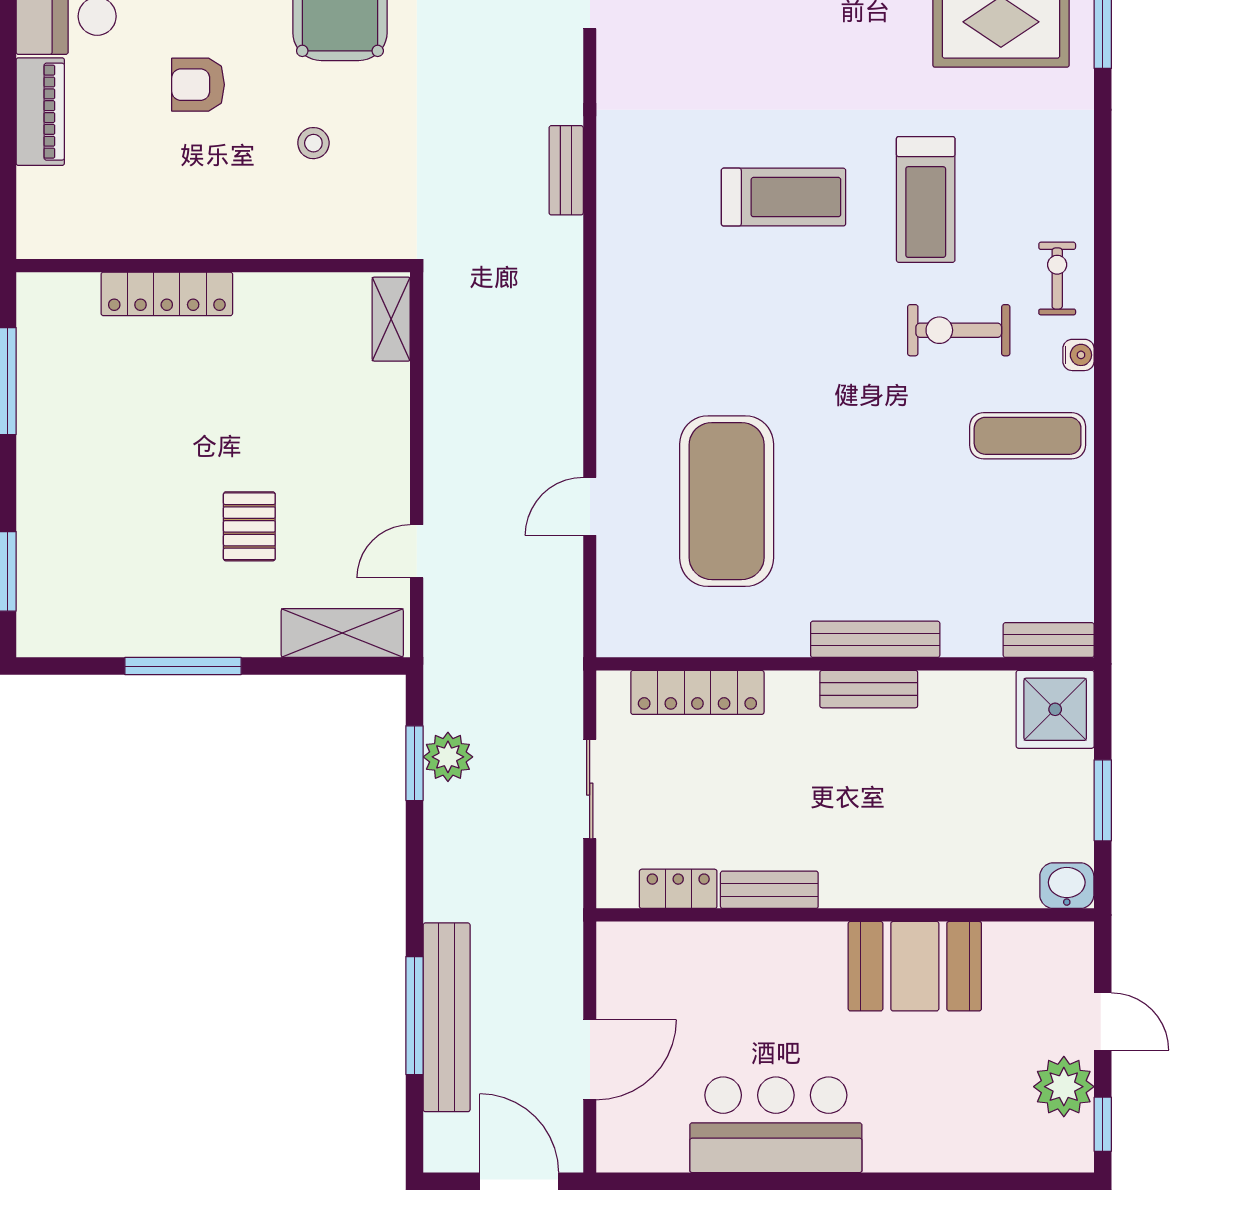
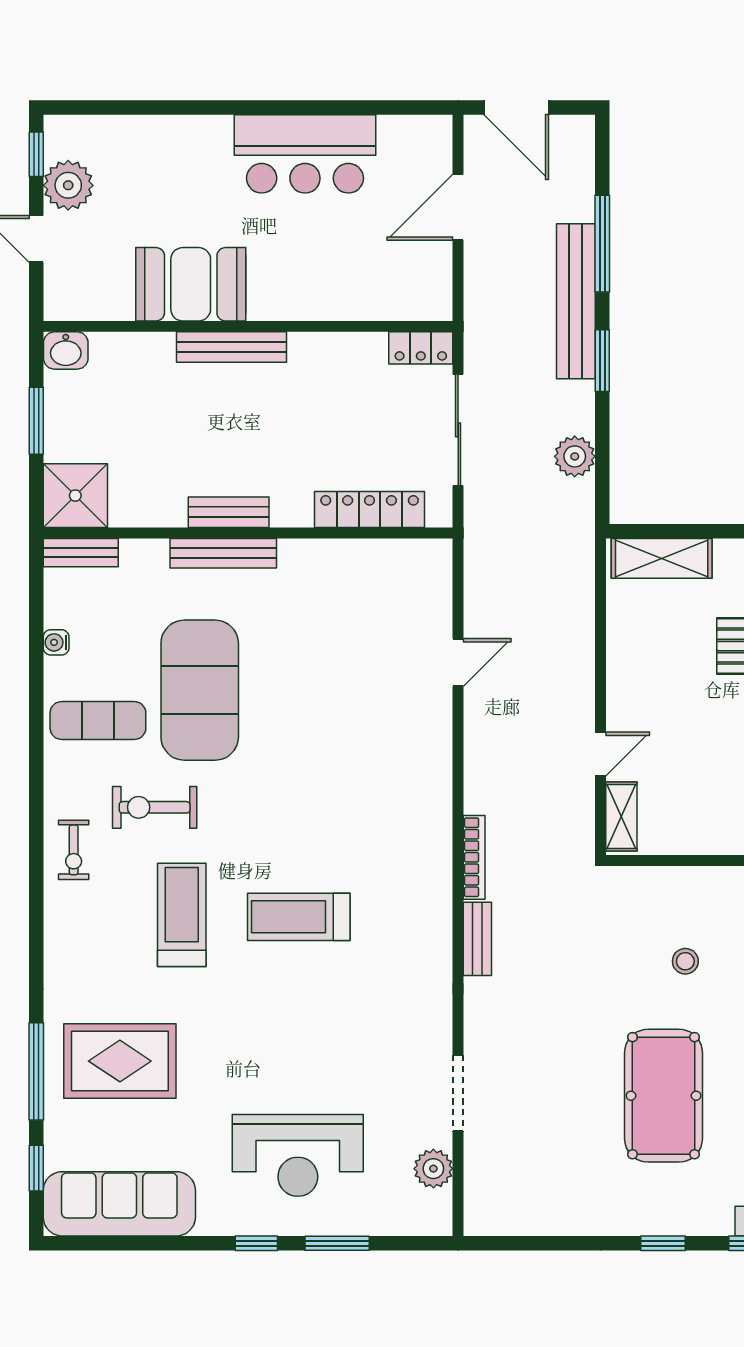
bookcase: (570, 270) -> (474, 857), added
exercise bike: (959, 330) -> (155, 807), turned 180
water cooler: (1078, 355) -> (56, 642), moved
exercise mat: (727, 501) -> (200, 690), moved
door: (417, 551) -> (601, 754), moved
window: (414, 763) -> (602, 361), moved
sliding door: (590, 789) -> (458, 430), width x1.37
locker: (678, 889) -> (421, 348), moved
bench: (769, 890) -> (232, 347), moved, width x1.36
bench: (447, 1017) -> (576, 301), moved

